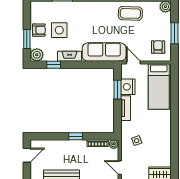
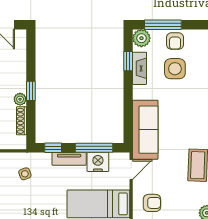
window: (27, 39) -> (163, 25), width x1.44
fireplace: (69, 56) -> (140, 68), moved
window: (117, 90) -> (94, 148), width x1.44
window: (117, 120) -> (53, 148), added
plant: (114, 144) -> (20, 99), moved

